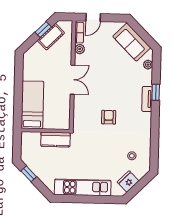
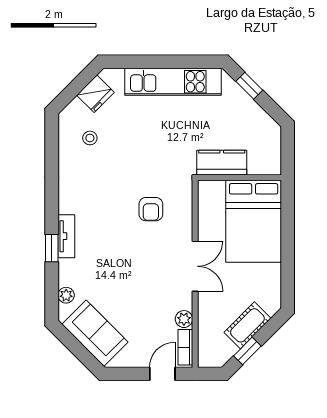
cot: (51, 37) -> (247, 325), moved
double door: (72, 80) -> (195, 266), swing flipped
bed: (32, 105) -> (254, 221), width x1.50
armchair: (109, 117) -> (151, 209), moved
window: (29, 174) -> (249, 86), moved

